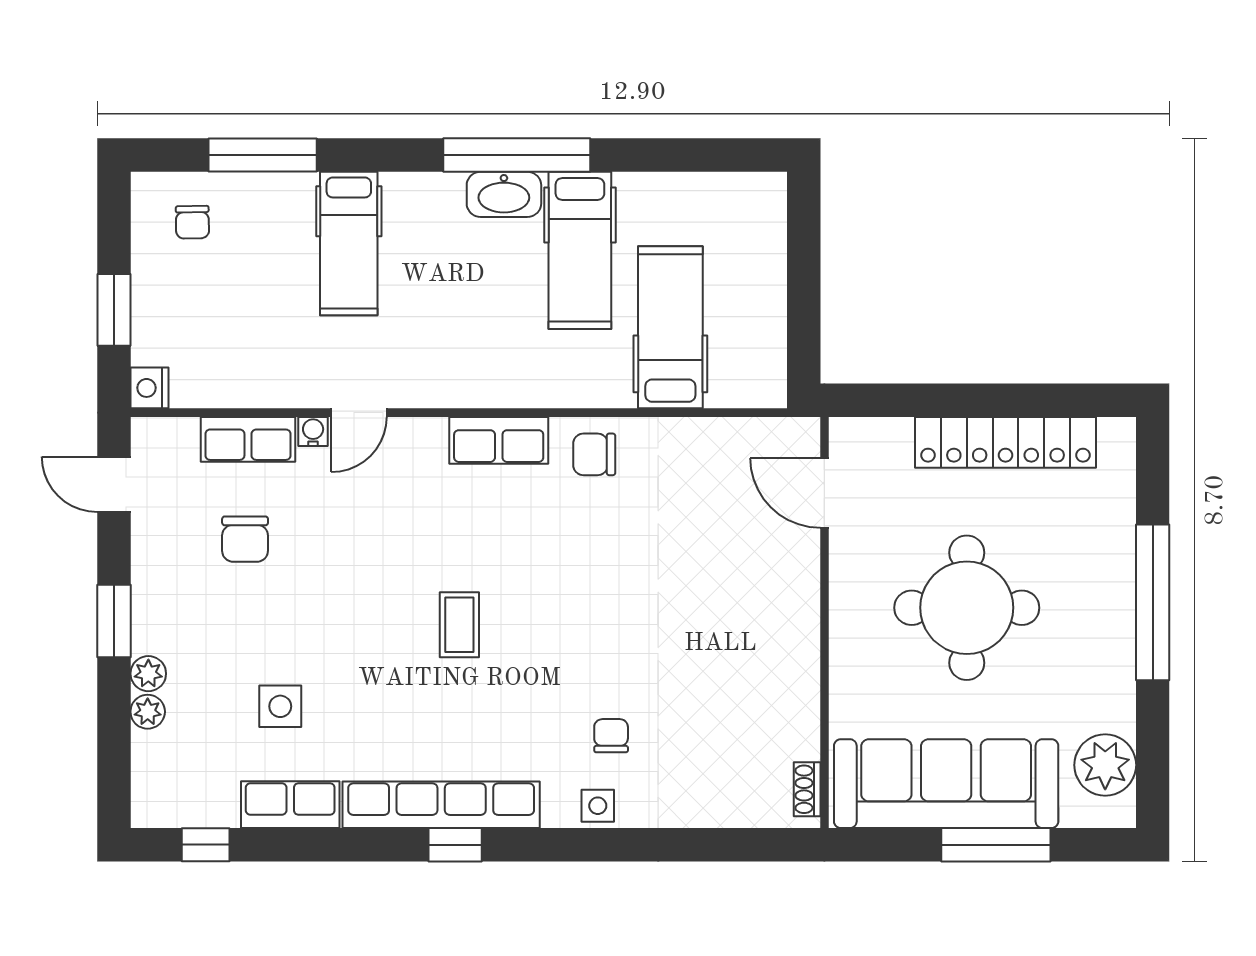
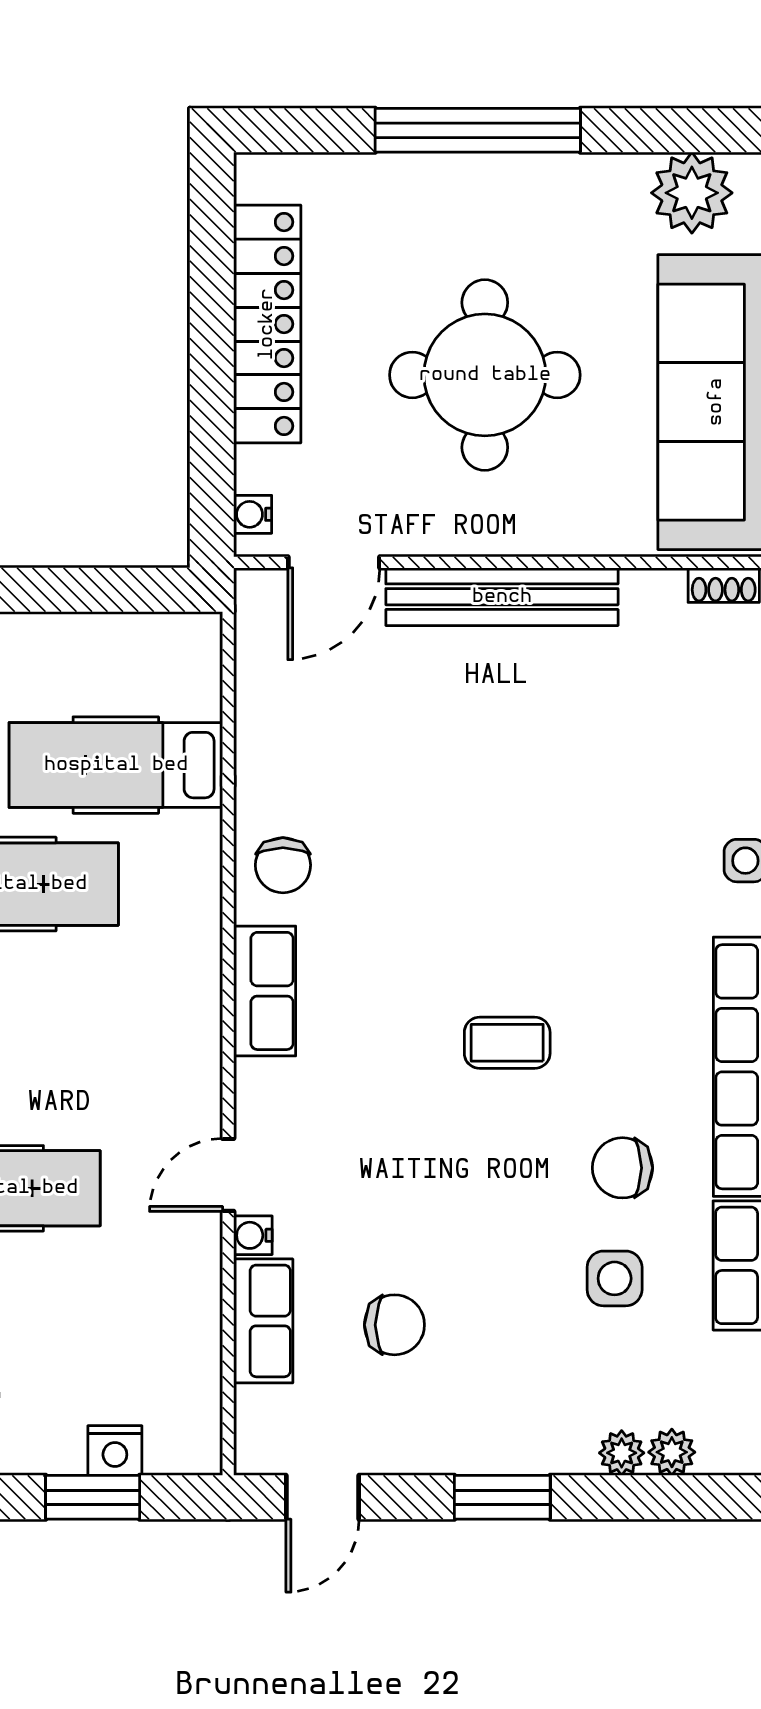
nightstand: (150, 388) -> (115, 1451), moved
door: (359, 413) -> (228, 1175), swing flipped
water cooler: (861, 431) -> (253, 514), added
bench: (798, 621) -> (502, 597), added
plant: (148, 674) -> (672, 1452), moved
chair: (611, 736) -> (622, 1168), moved, width x1.37, depth x1.37

